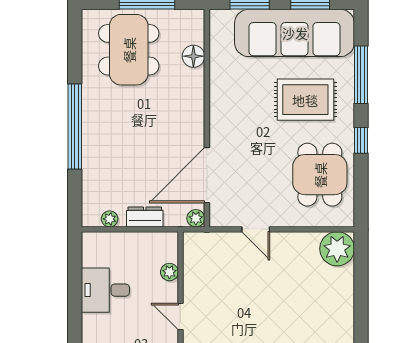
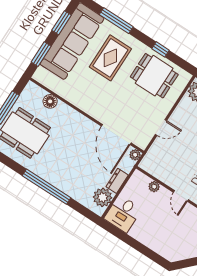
window: (361, 140) -> (161, 49), moved
plant: (110, 219) -> (103, 197), width x1.88, depth x1.88
desk: (105, 290) -> (123, 214), moved
door: (180, 316) -> (181, 196), hinge flipped

